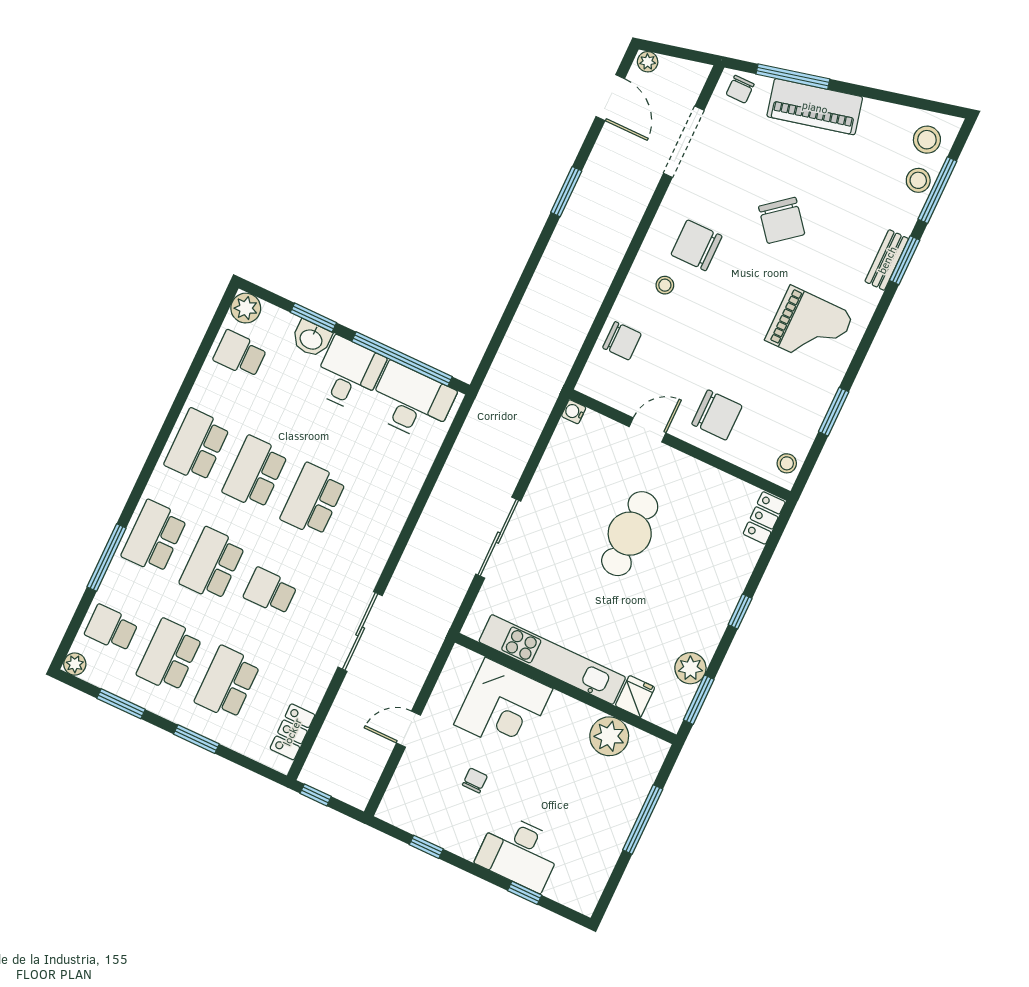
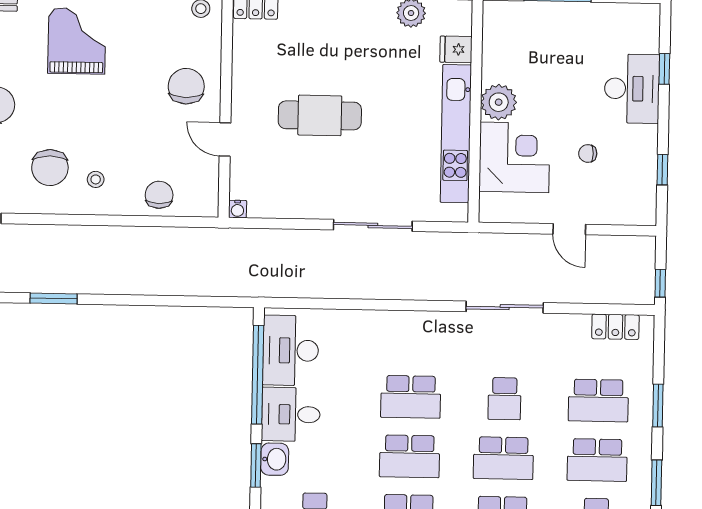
plant: (609, 736) -> (499, 102), moved

